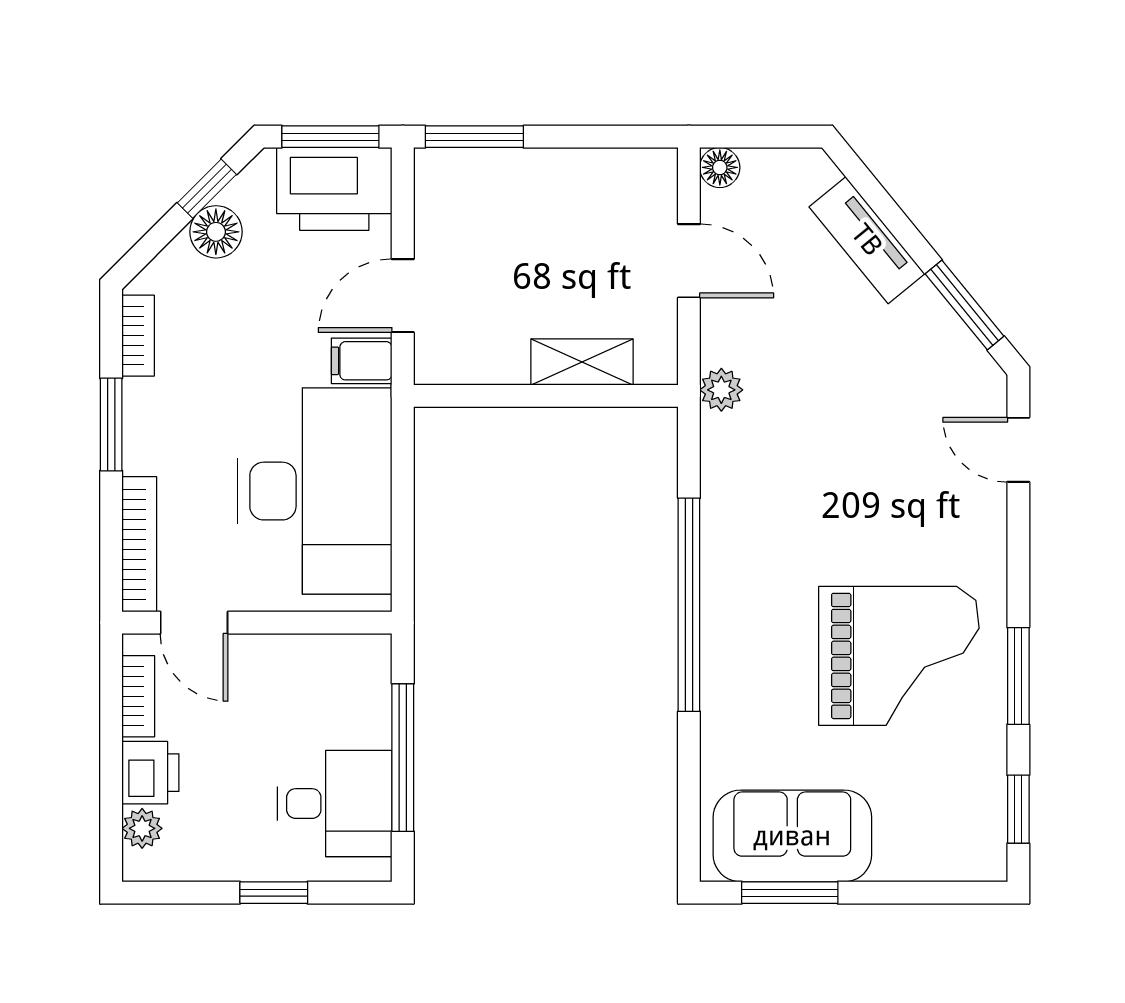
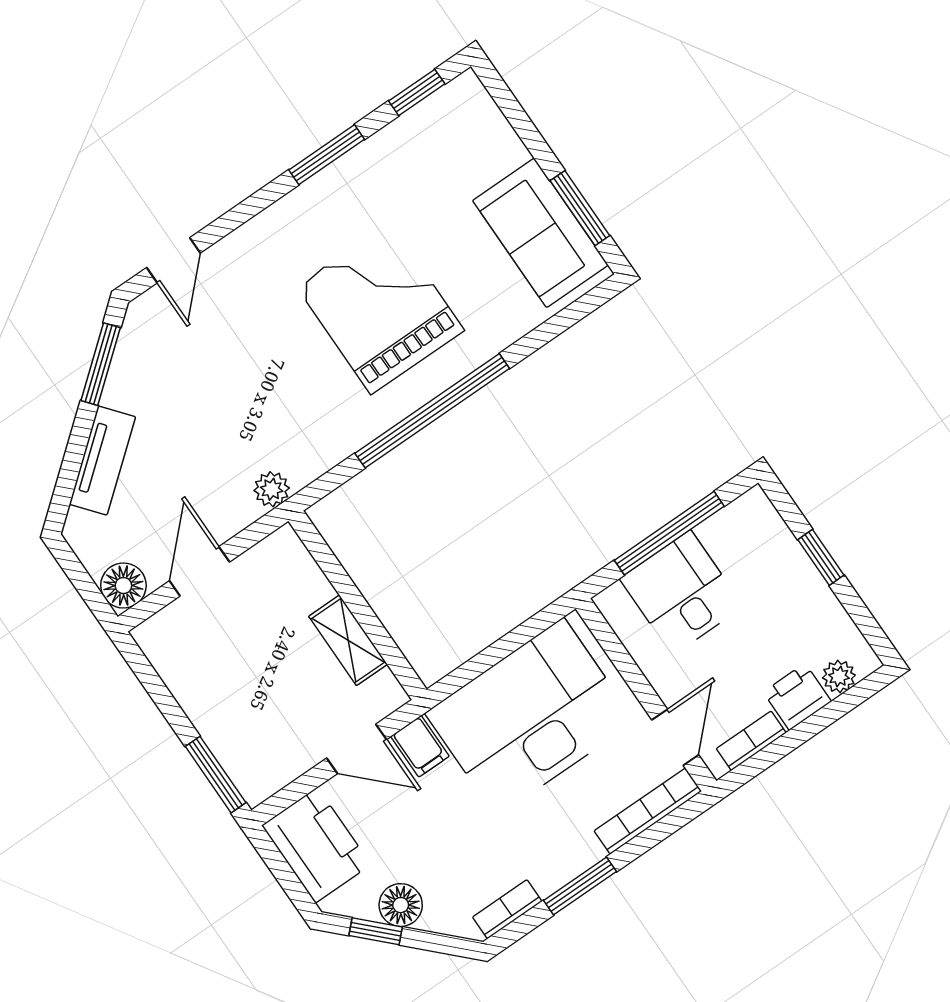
window: (330, 137) -> (283, 872), removed
floor lamp: (720, 167) -> (123, 586), width x1.37, depth x1.37
shelving: (582, 362) -> (348, 640), moved
grand piano: (899, 656) -> (380, 308), moved
desk: (335, 804) -> (681, 593), moved

